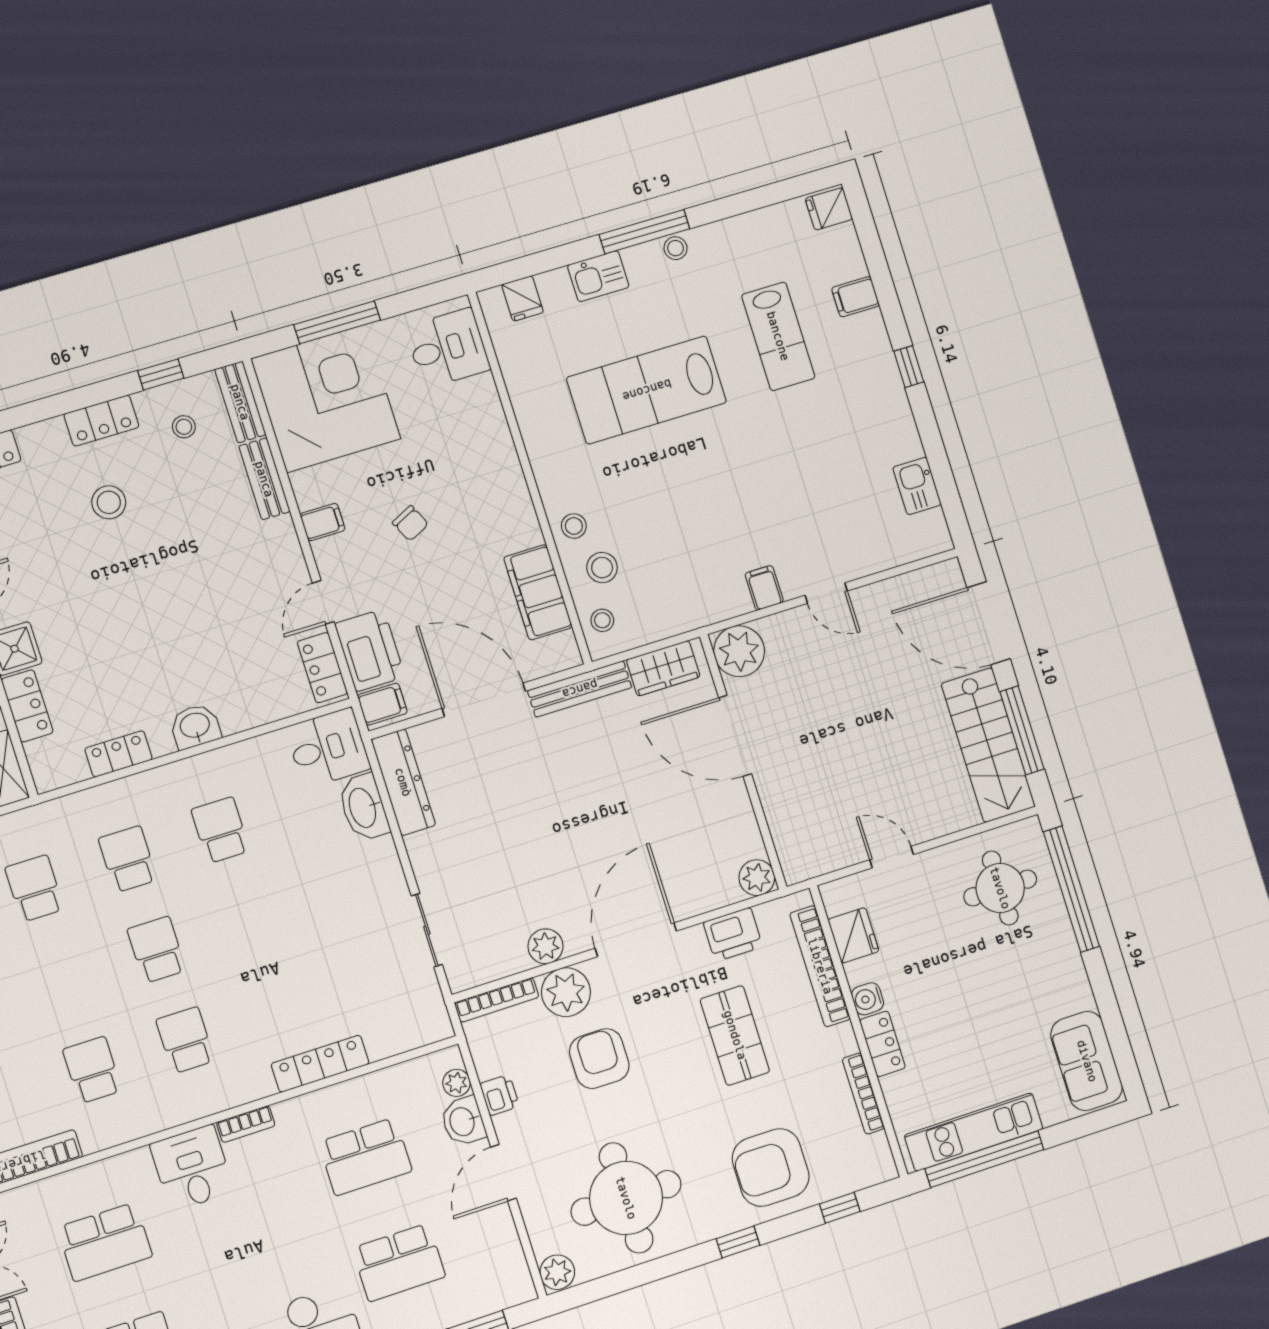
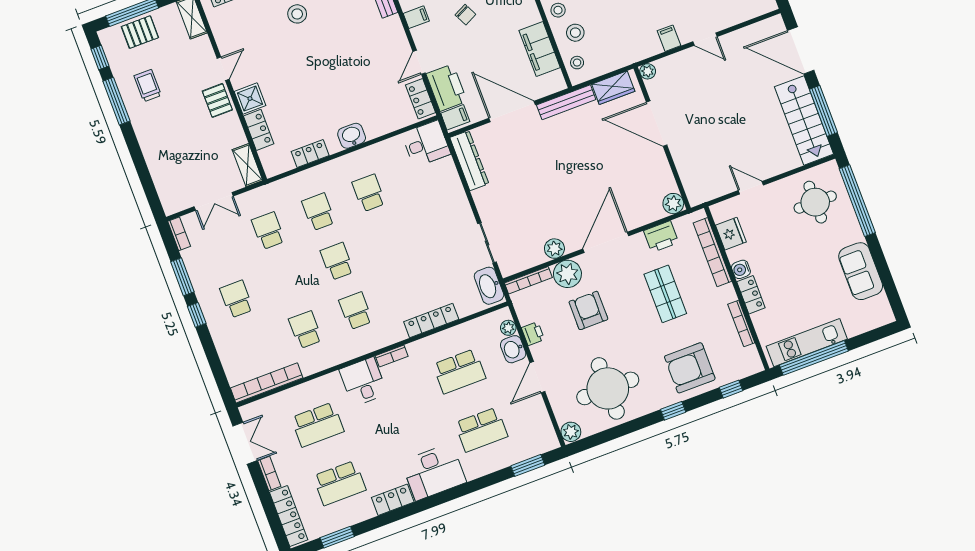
plant: (739, 651) -> (648, 71), width x0.53, depth x0.53
washbasin: (363, 807) -> (489, 286), moved
sofa: (1087, 1061) -> (861, 271), moved

